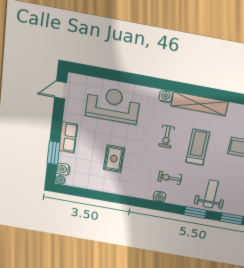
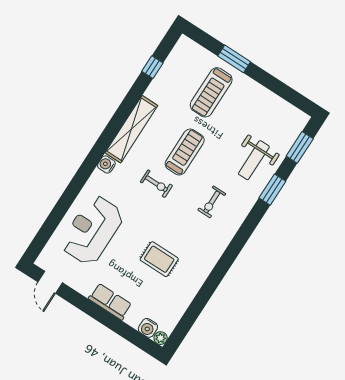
treadmill: (198, 147) -> (185, 152), turned 90
window: (54, 153) -> (122, 329), removed
weight bench: (211, 194) -> (254, 160), turned -90
water cooler: (159, 197) -> (232, 225), removed

